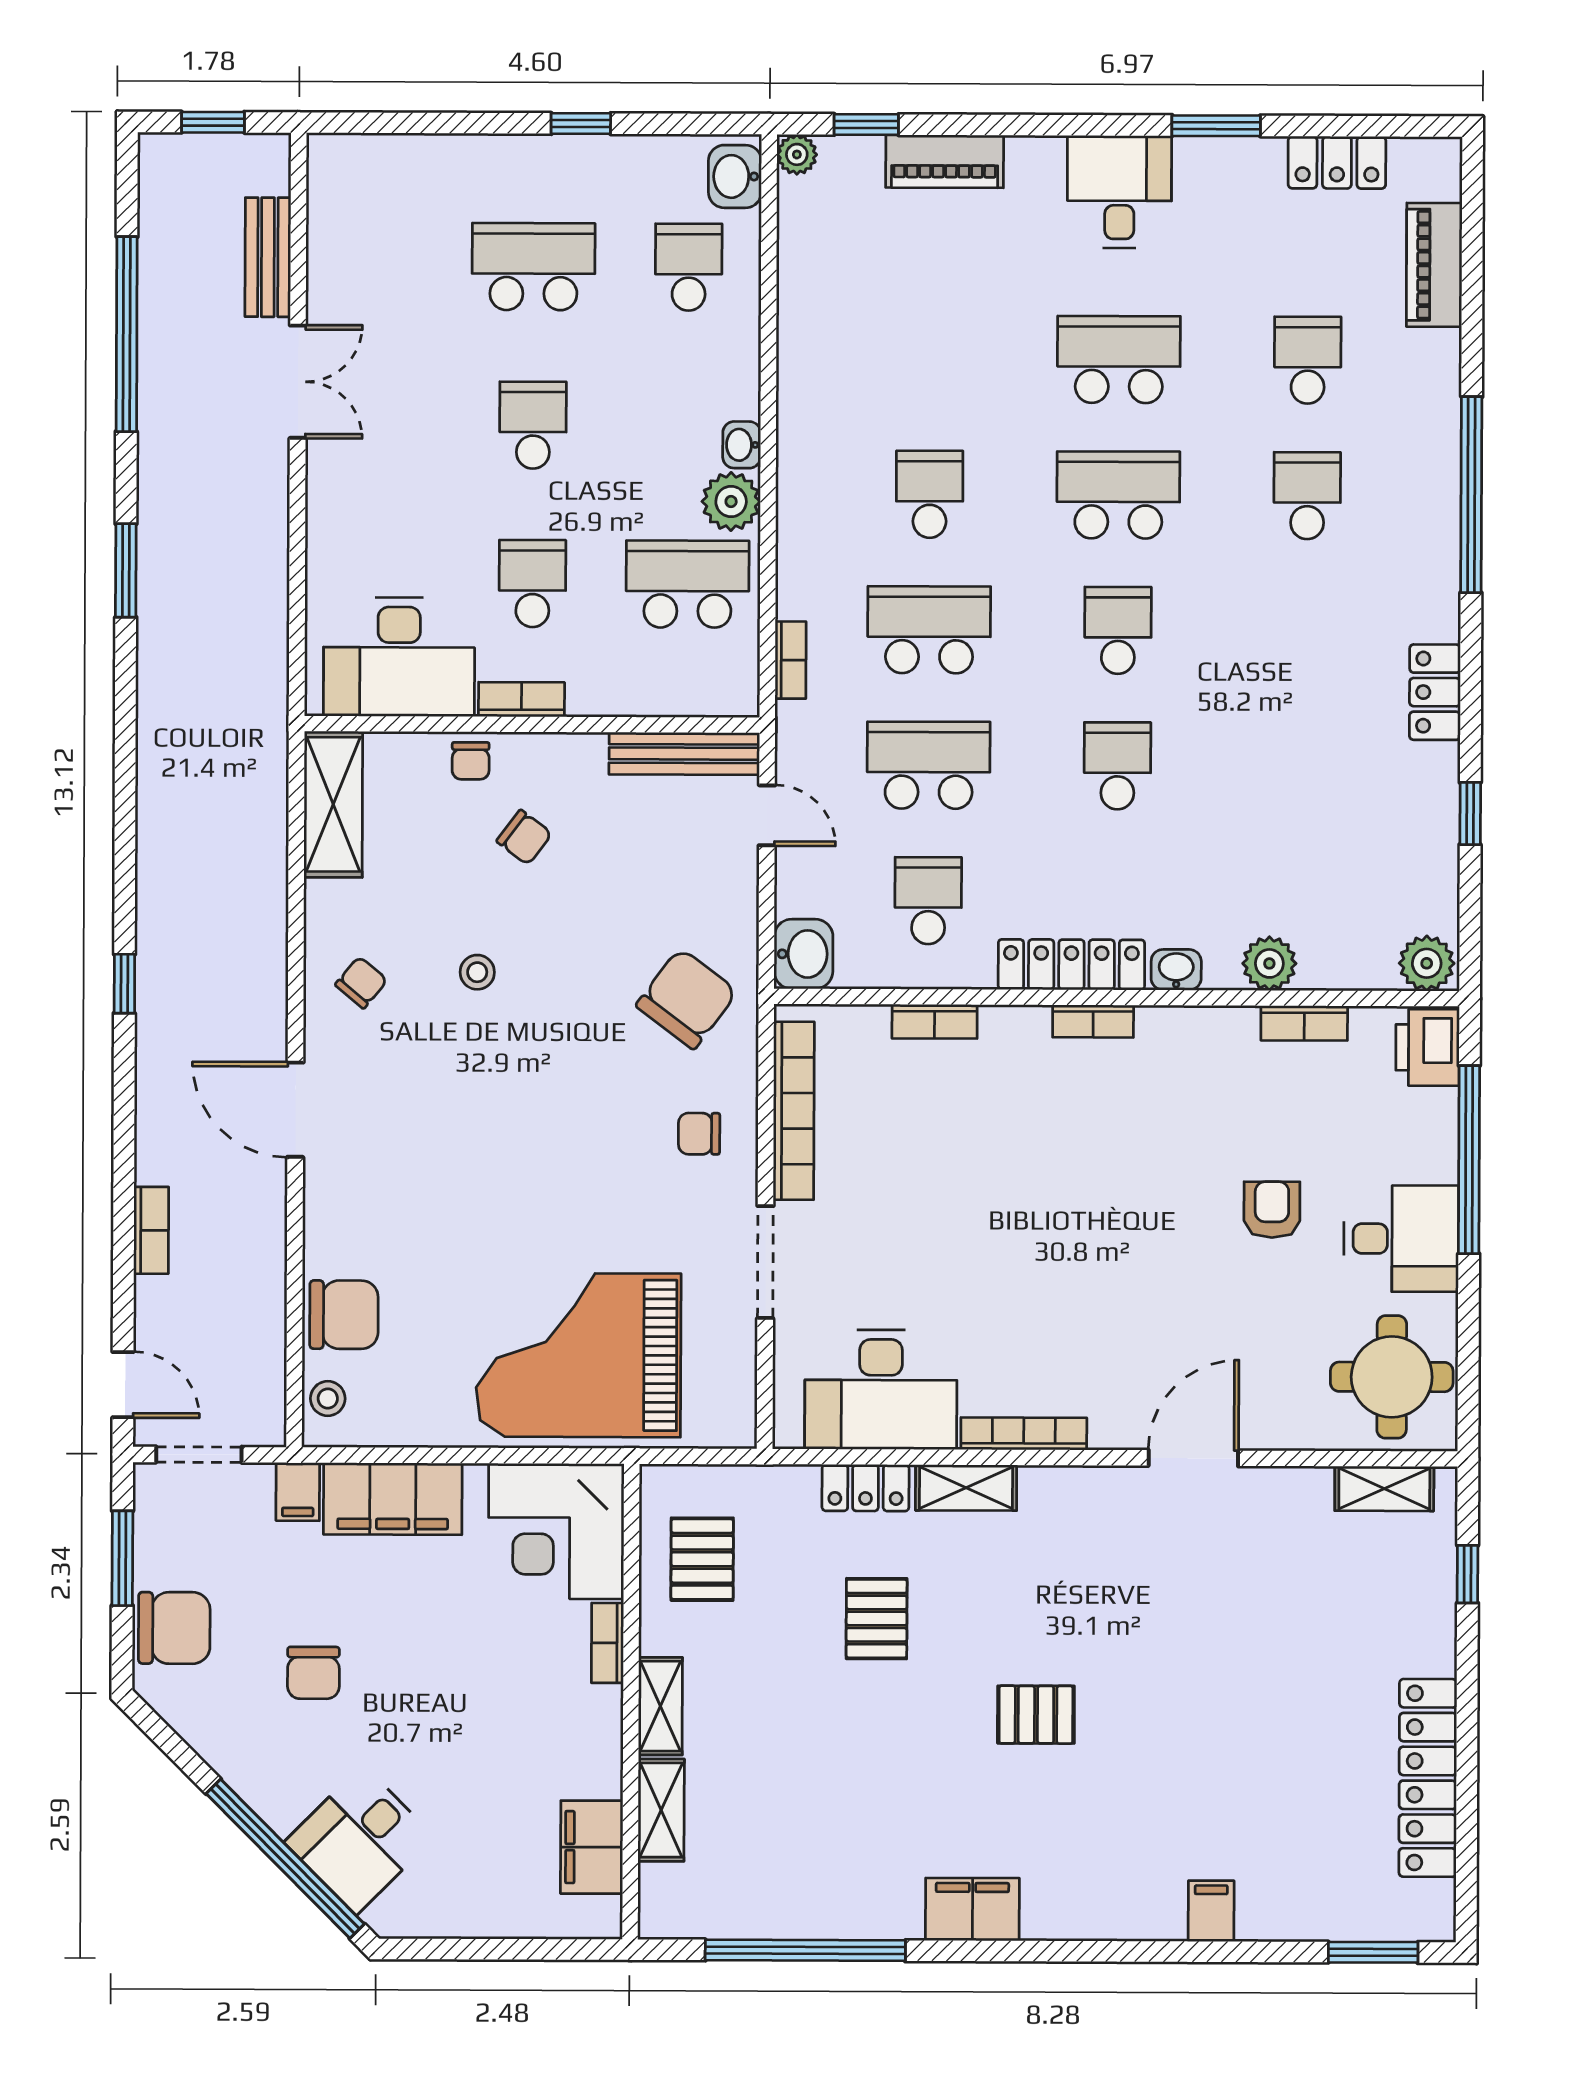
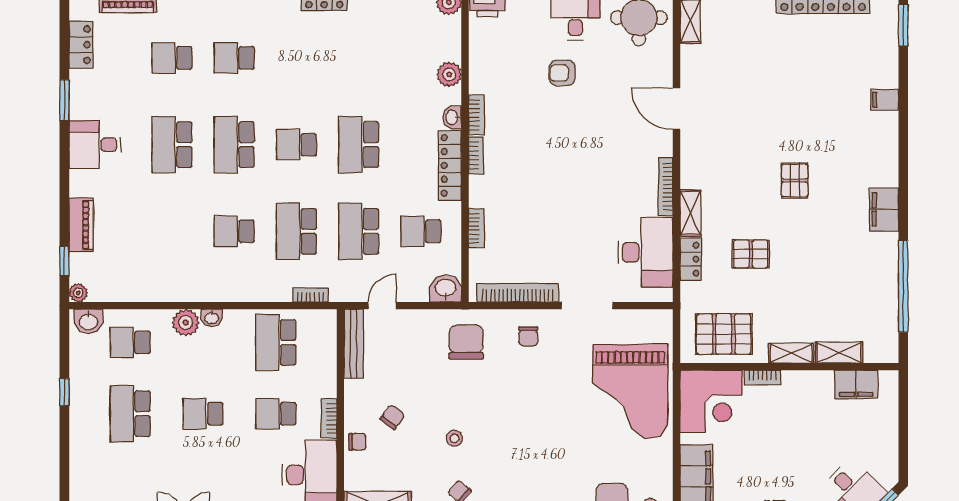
plant: (731, 502) -> (186, 323), moved
school desk: (1117, 766) -> (359, 145), width x1.85
chair: (687, 999) -> (466, 342), turned 53
bookcase: (1304, 1023) -> (476, 115), moved
pallet: (702, 1559) -> (724, 334), width x1.50, depth x1.42

